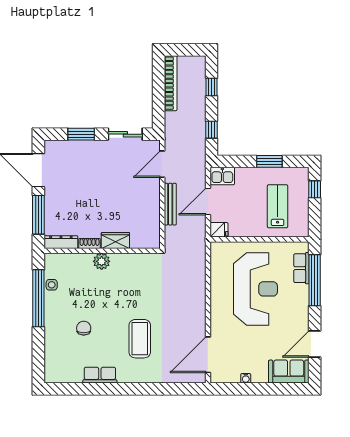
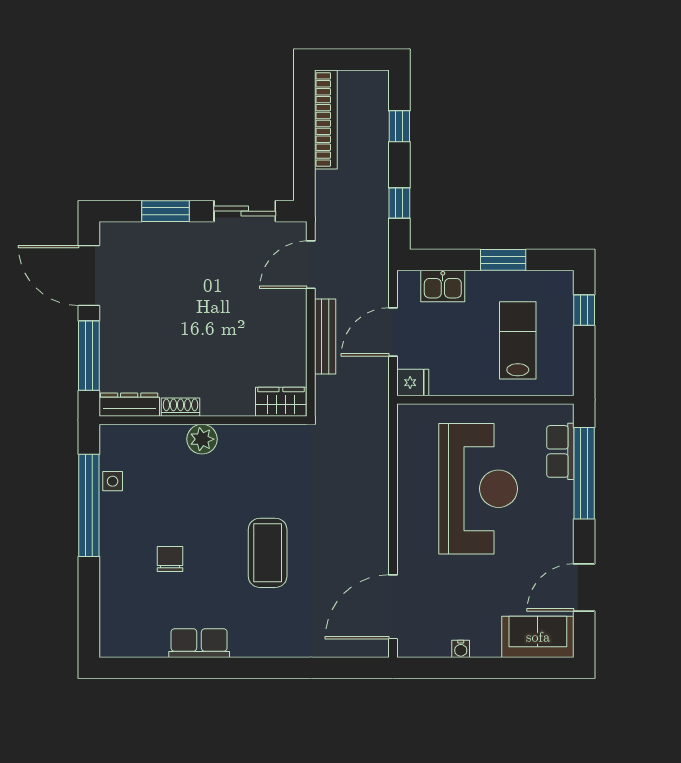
kitchen sink: (222, 176) -> (443, 286), moved
wardrobe: (115, 241) -> (281, 402), moved
coffee table: (140, 339) -> (268, 553), moved

